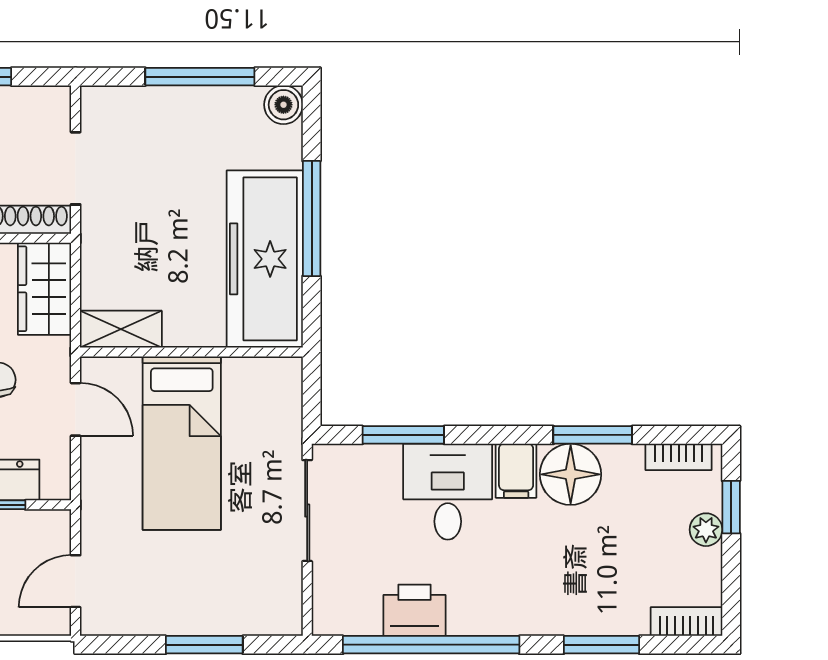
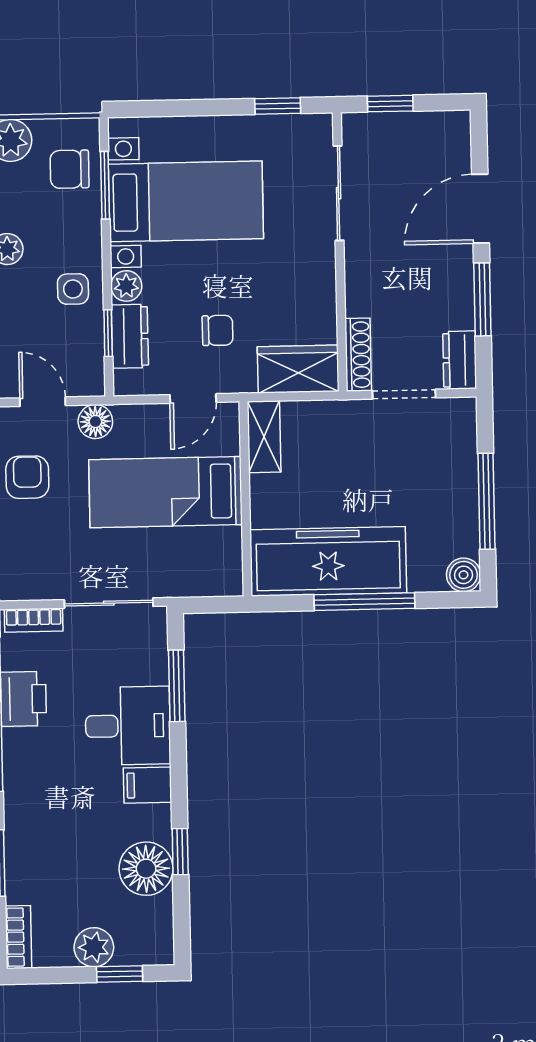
dresser: (38, 104) -> (460, 360), added
window: (593, 435) -> (180, 852), width x0.67
bookcase: (679, 457) -> (34, 620), moved, turned -90
floor lamp: (571, 474) -> (146, 869), moved
floor lamp: (100, 521) -> (95, 422), added
plant: (706, 530) -> (94, 947), width x1.38, depth x1.38
armchair: (161, 601) -> (27, 477), added

